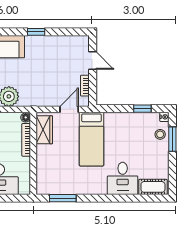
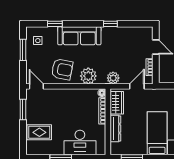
plant: (40, 99) -> (113, 78), added
bed: (91, 139) -> (157, 133), moved, turned 180
dresser: (43, 162) -> (115, 129), added

